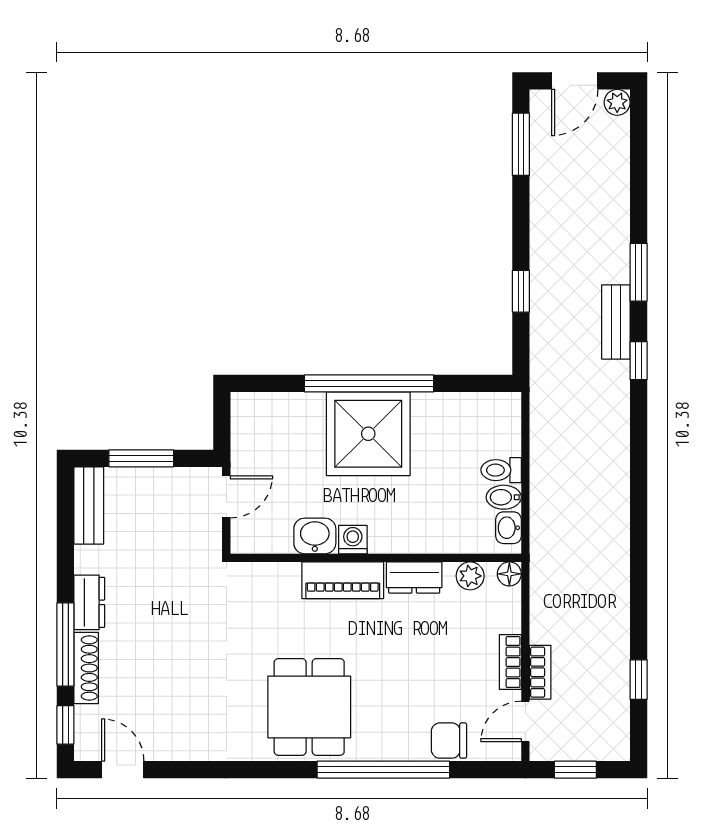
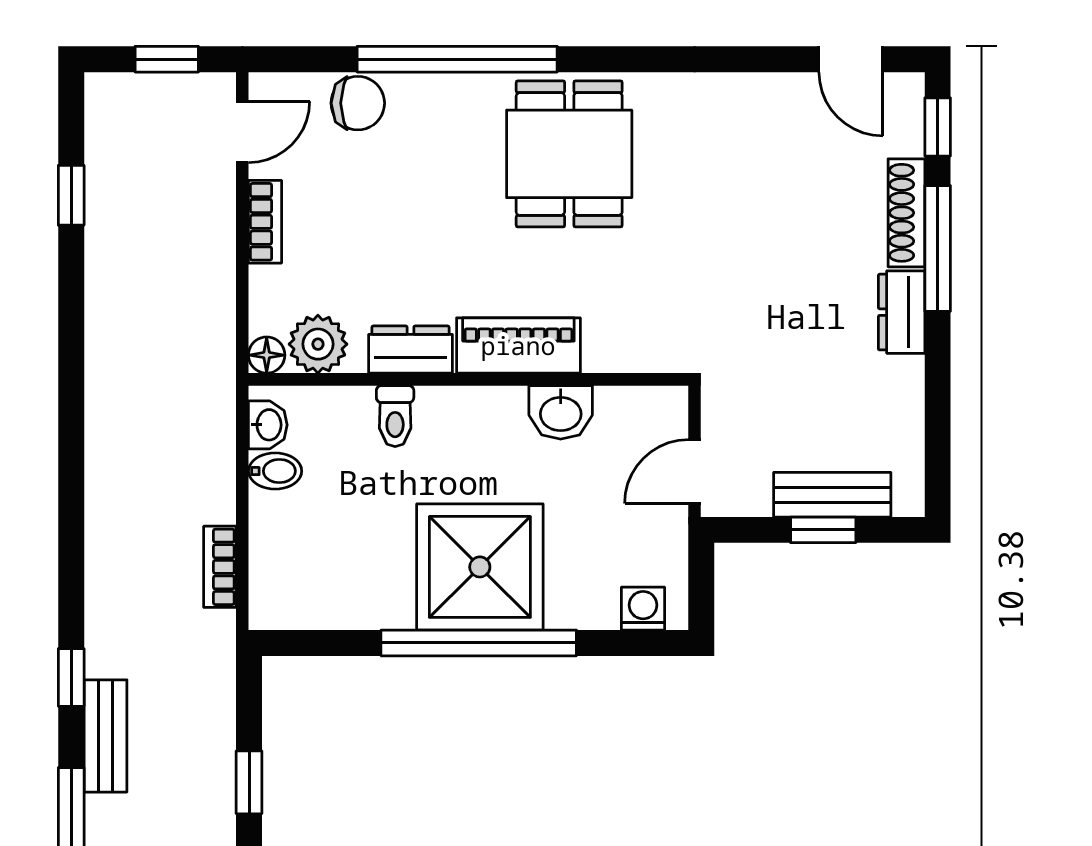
window: (141, 458) -> (823, 530), width x0.67
toilet: (501, 470) -> (395, 416), moved, turned 90
bench: (89, 505) -> (832, 495), moved, turned 90
washing machine: (353, 540) -> (643, 609), moved, turned 180
plant: (470, 576) -> (318, 344), width x1.38, depth x1.38
bookcase: (540, 672) -> (220, 567), moved

